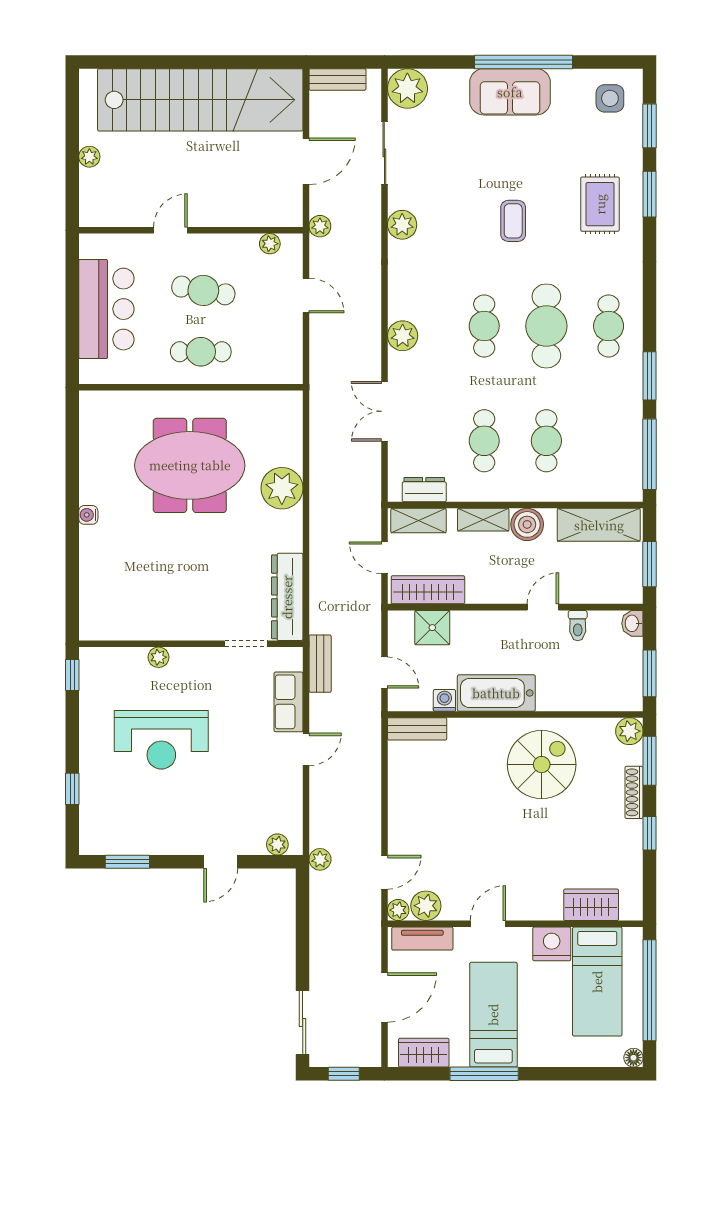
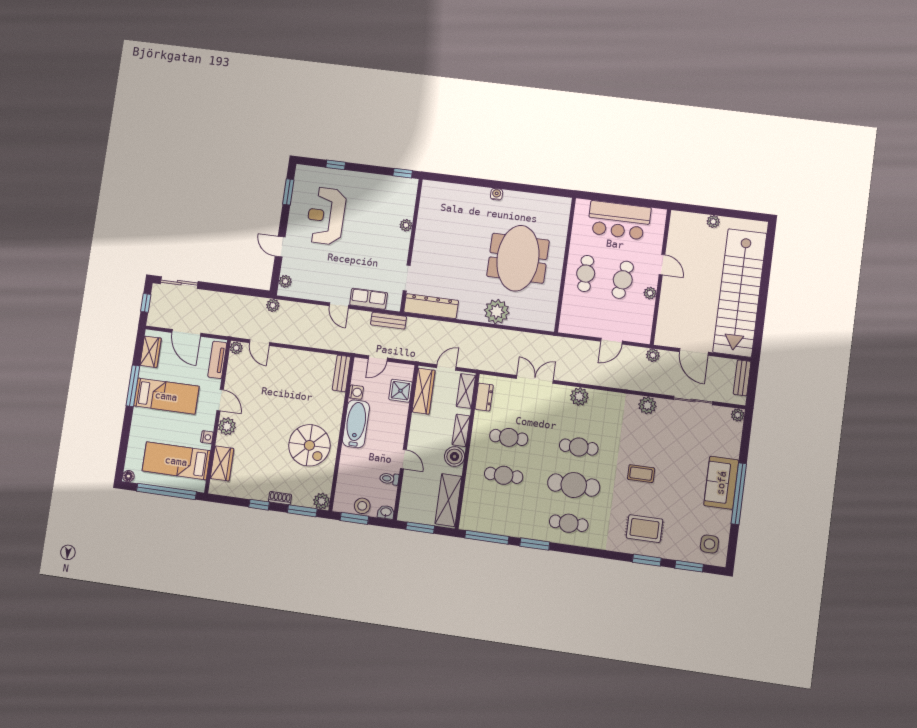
plant: (407, 88) -> (738, 415), width x0.53, depth x0.53
plant: (270, 244) -> (650, 293), moved
stool: (628, 664) -> (362, 506), added
reception desk: (161, 740) -> (326, 216), moved
shoe rack: (634, 792) -> (280, 498), width x0.70
plant: (426, 906) -> (227, 426), moved
nightstand: (552, 944) -> (207, 437), width x0.53, depth x0.56

